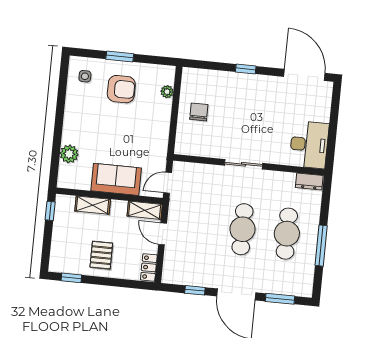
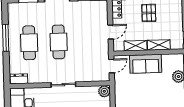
plant: (183, 146) -> (104, 91), added
shelving: (145, 210) -> (135, 46), moved
door: (163, 234) -> (110, 32), hinge flipped

